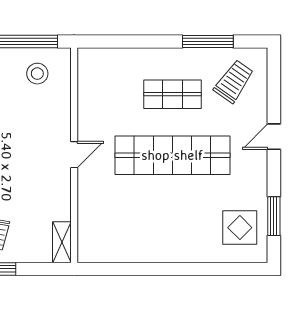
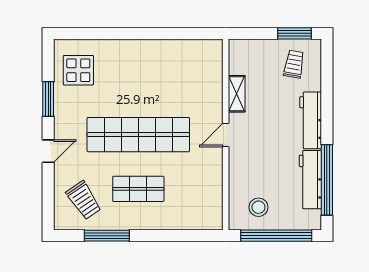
trolley: (234, 81) -> (84, 200), turned -69
window: (274, 216) -> (48, 99), moved
shelving: (62, 242) -> (237, 94), moved

